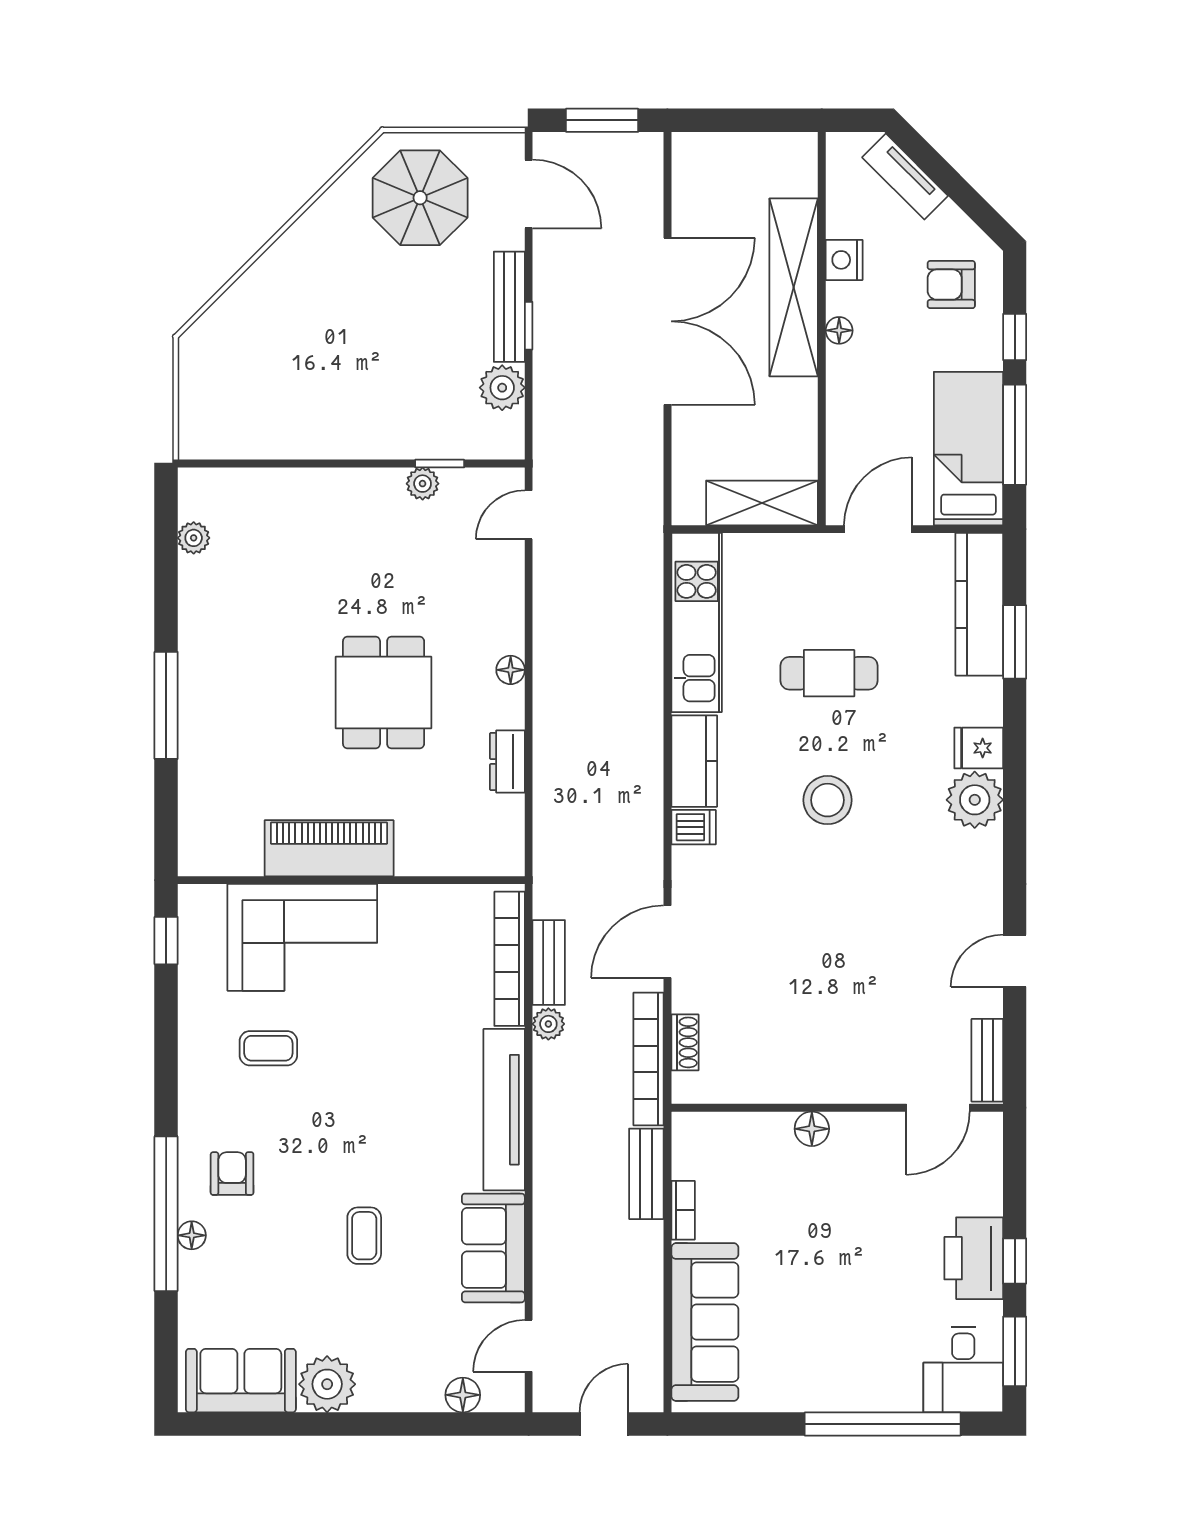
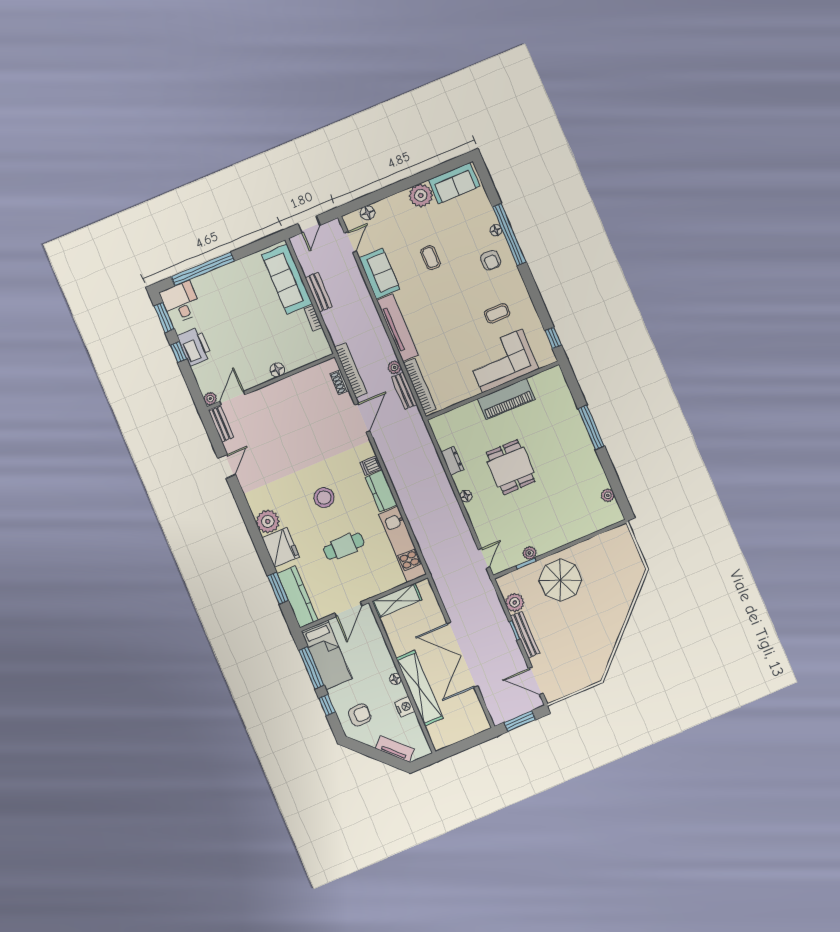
parasol: (420, 198) -> (560, 580), moved
fridge: (979, 748) -> (281, 547), width x1.88, depth x1.34
plant: (988, 1127) -> (210, 399), added
bench: (646, 1174) -> (319, 292), moved

